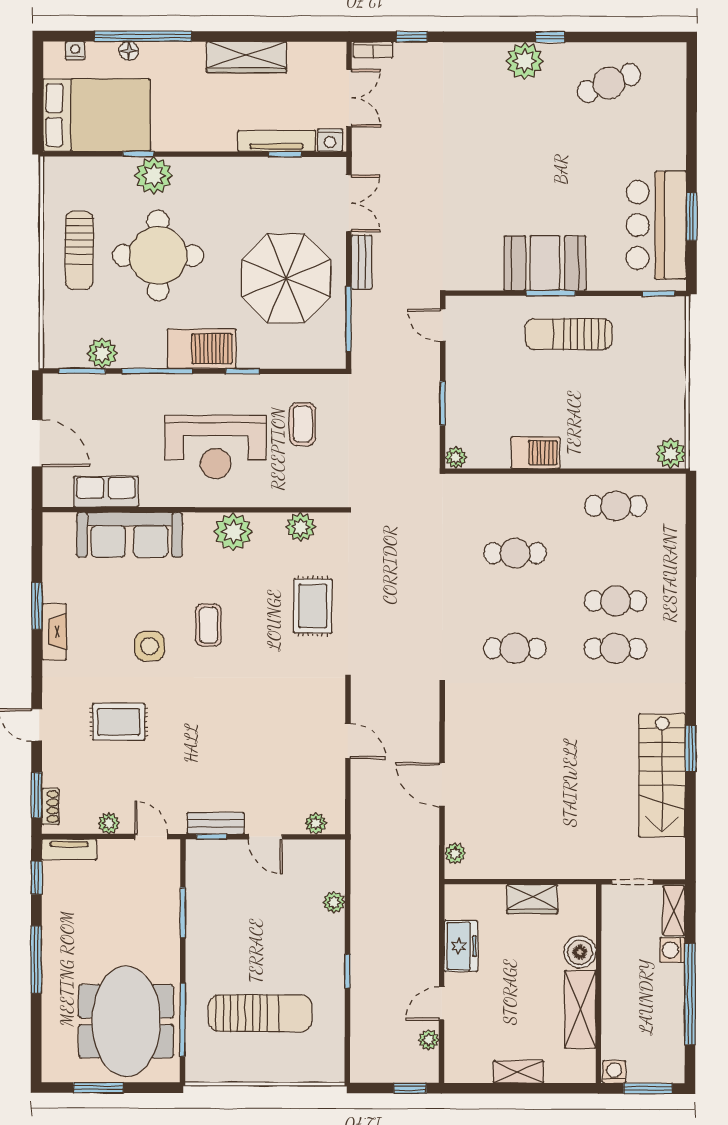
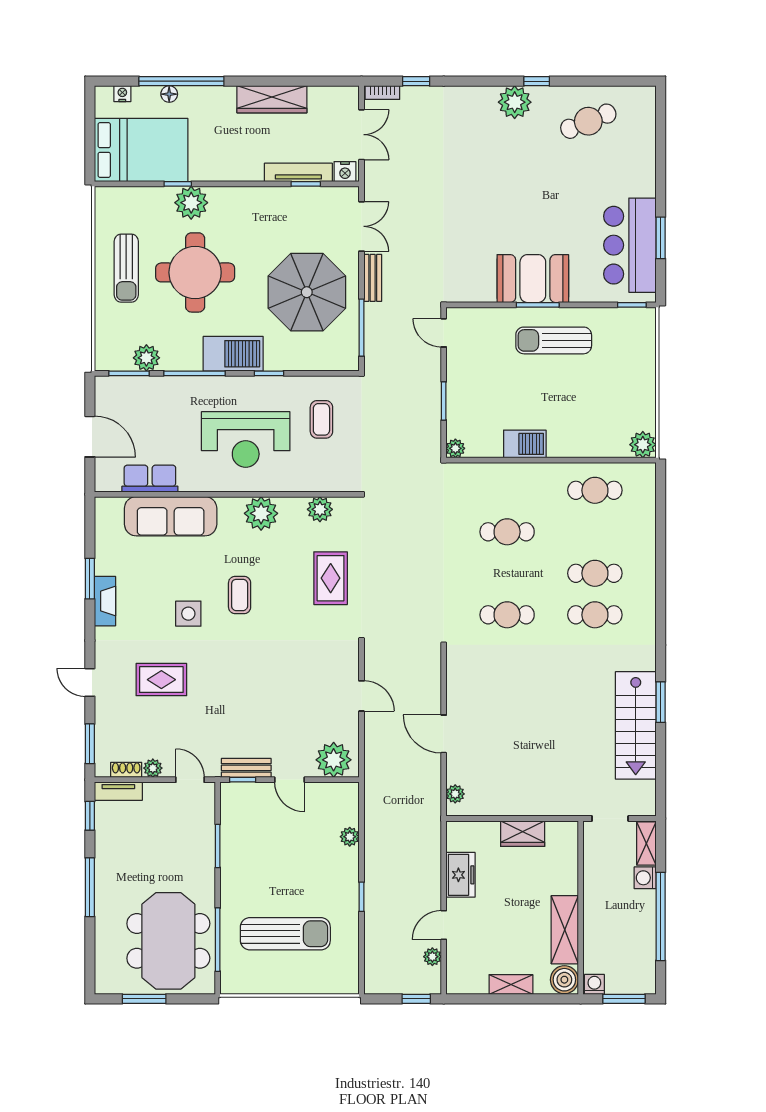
shoe rack: (50, 807) -> (126, 770), moved, turned -90
plant: (316, 823) -> (334, 760), width x1.87, depth x1.87
boiler: (580, 952) -> (564, 980), moved

